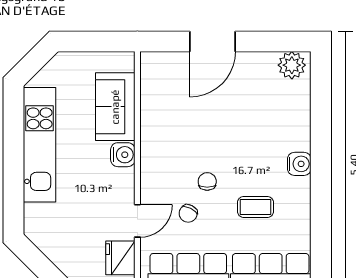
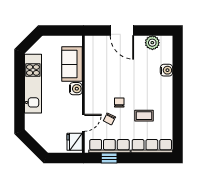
door: (213, 41) -> (122, 30), hinge flipped
plant: (292, 65) -> (152, 43), moved
water cooler: (299, 164) -> (167, 70), moved

